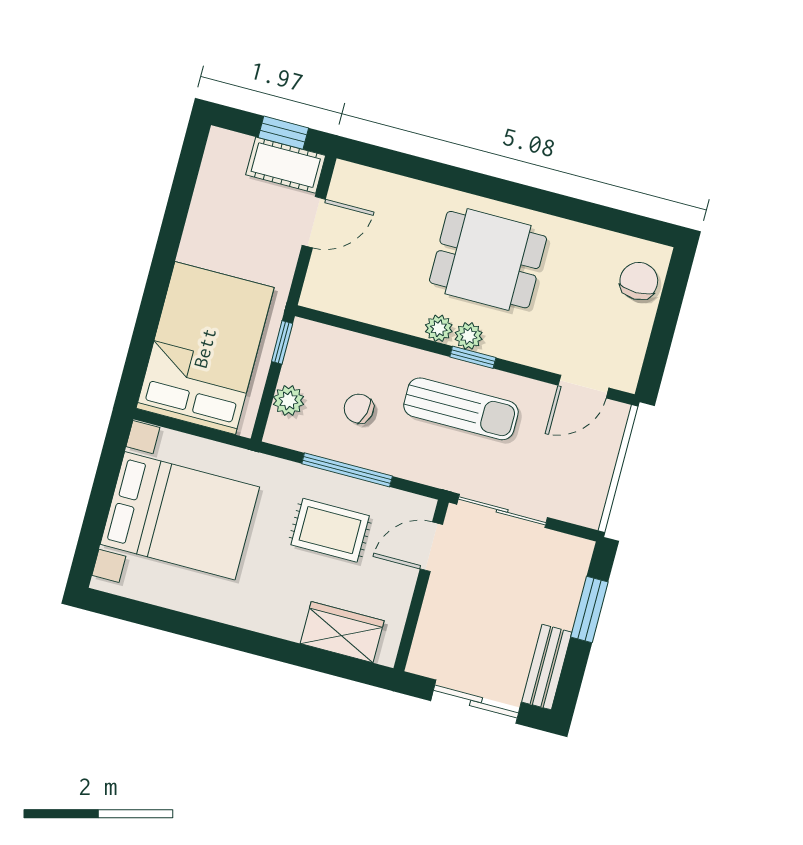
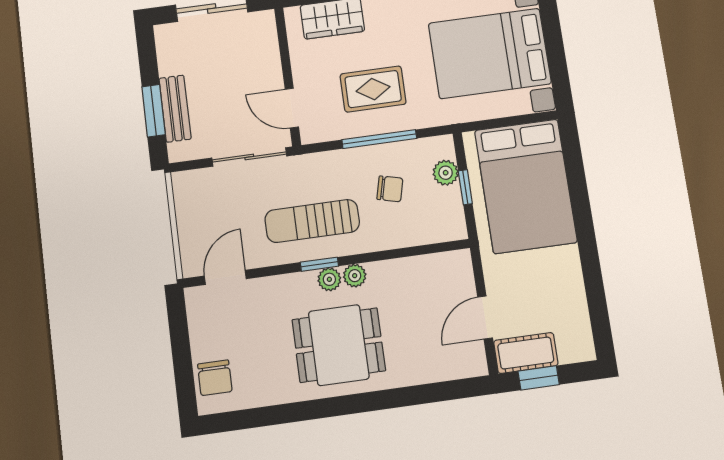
window: (282, 342) -> (465, 187), moved
door: (431, 547) -> (292, 108), swing flipped
bench: (547, 667) -> (175, 109), moved

